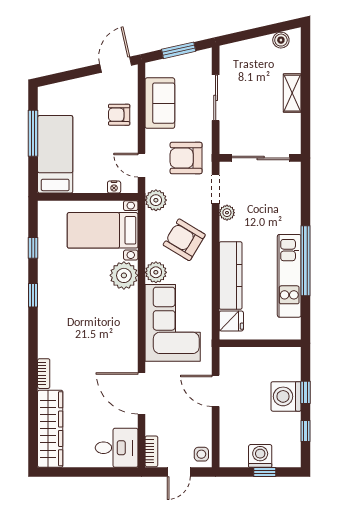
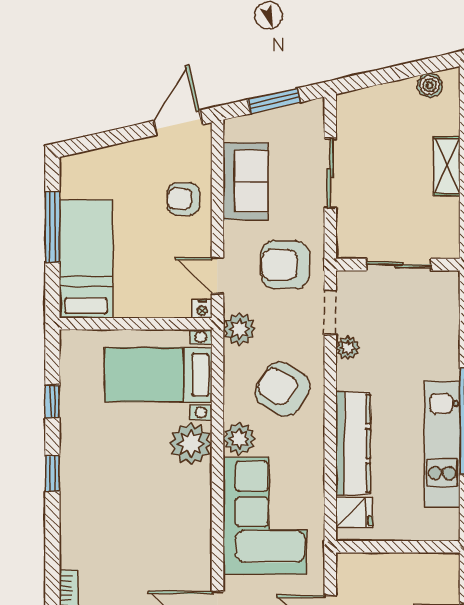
sliding door: (261, 158) -> (399, 265), width x0.73
nightstand: (114, 187) -> (202, 309), moved

